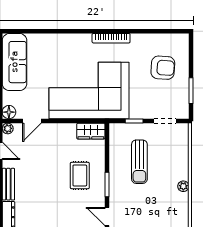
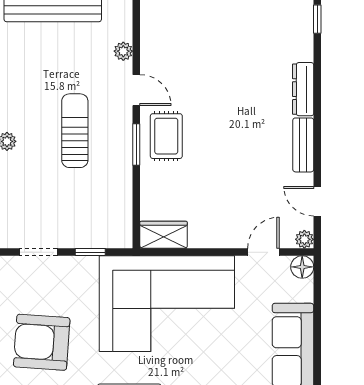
armchair: (163, 68) -> (42, 342), width x1.36, depth x1.36
sun lounger: (139, 162) -> (75, 131), moved
rug: (80, 175) -> (166, 136), moved

